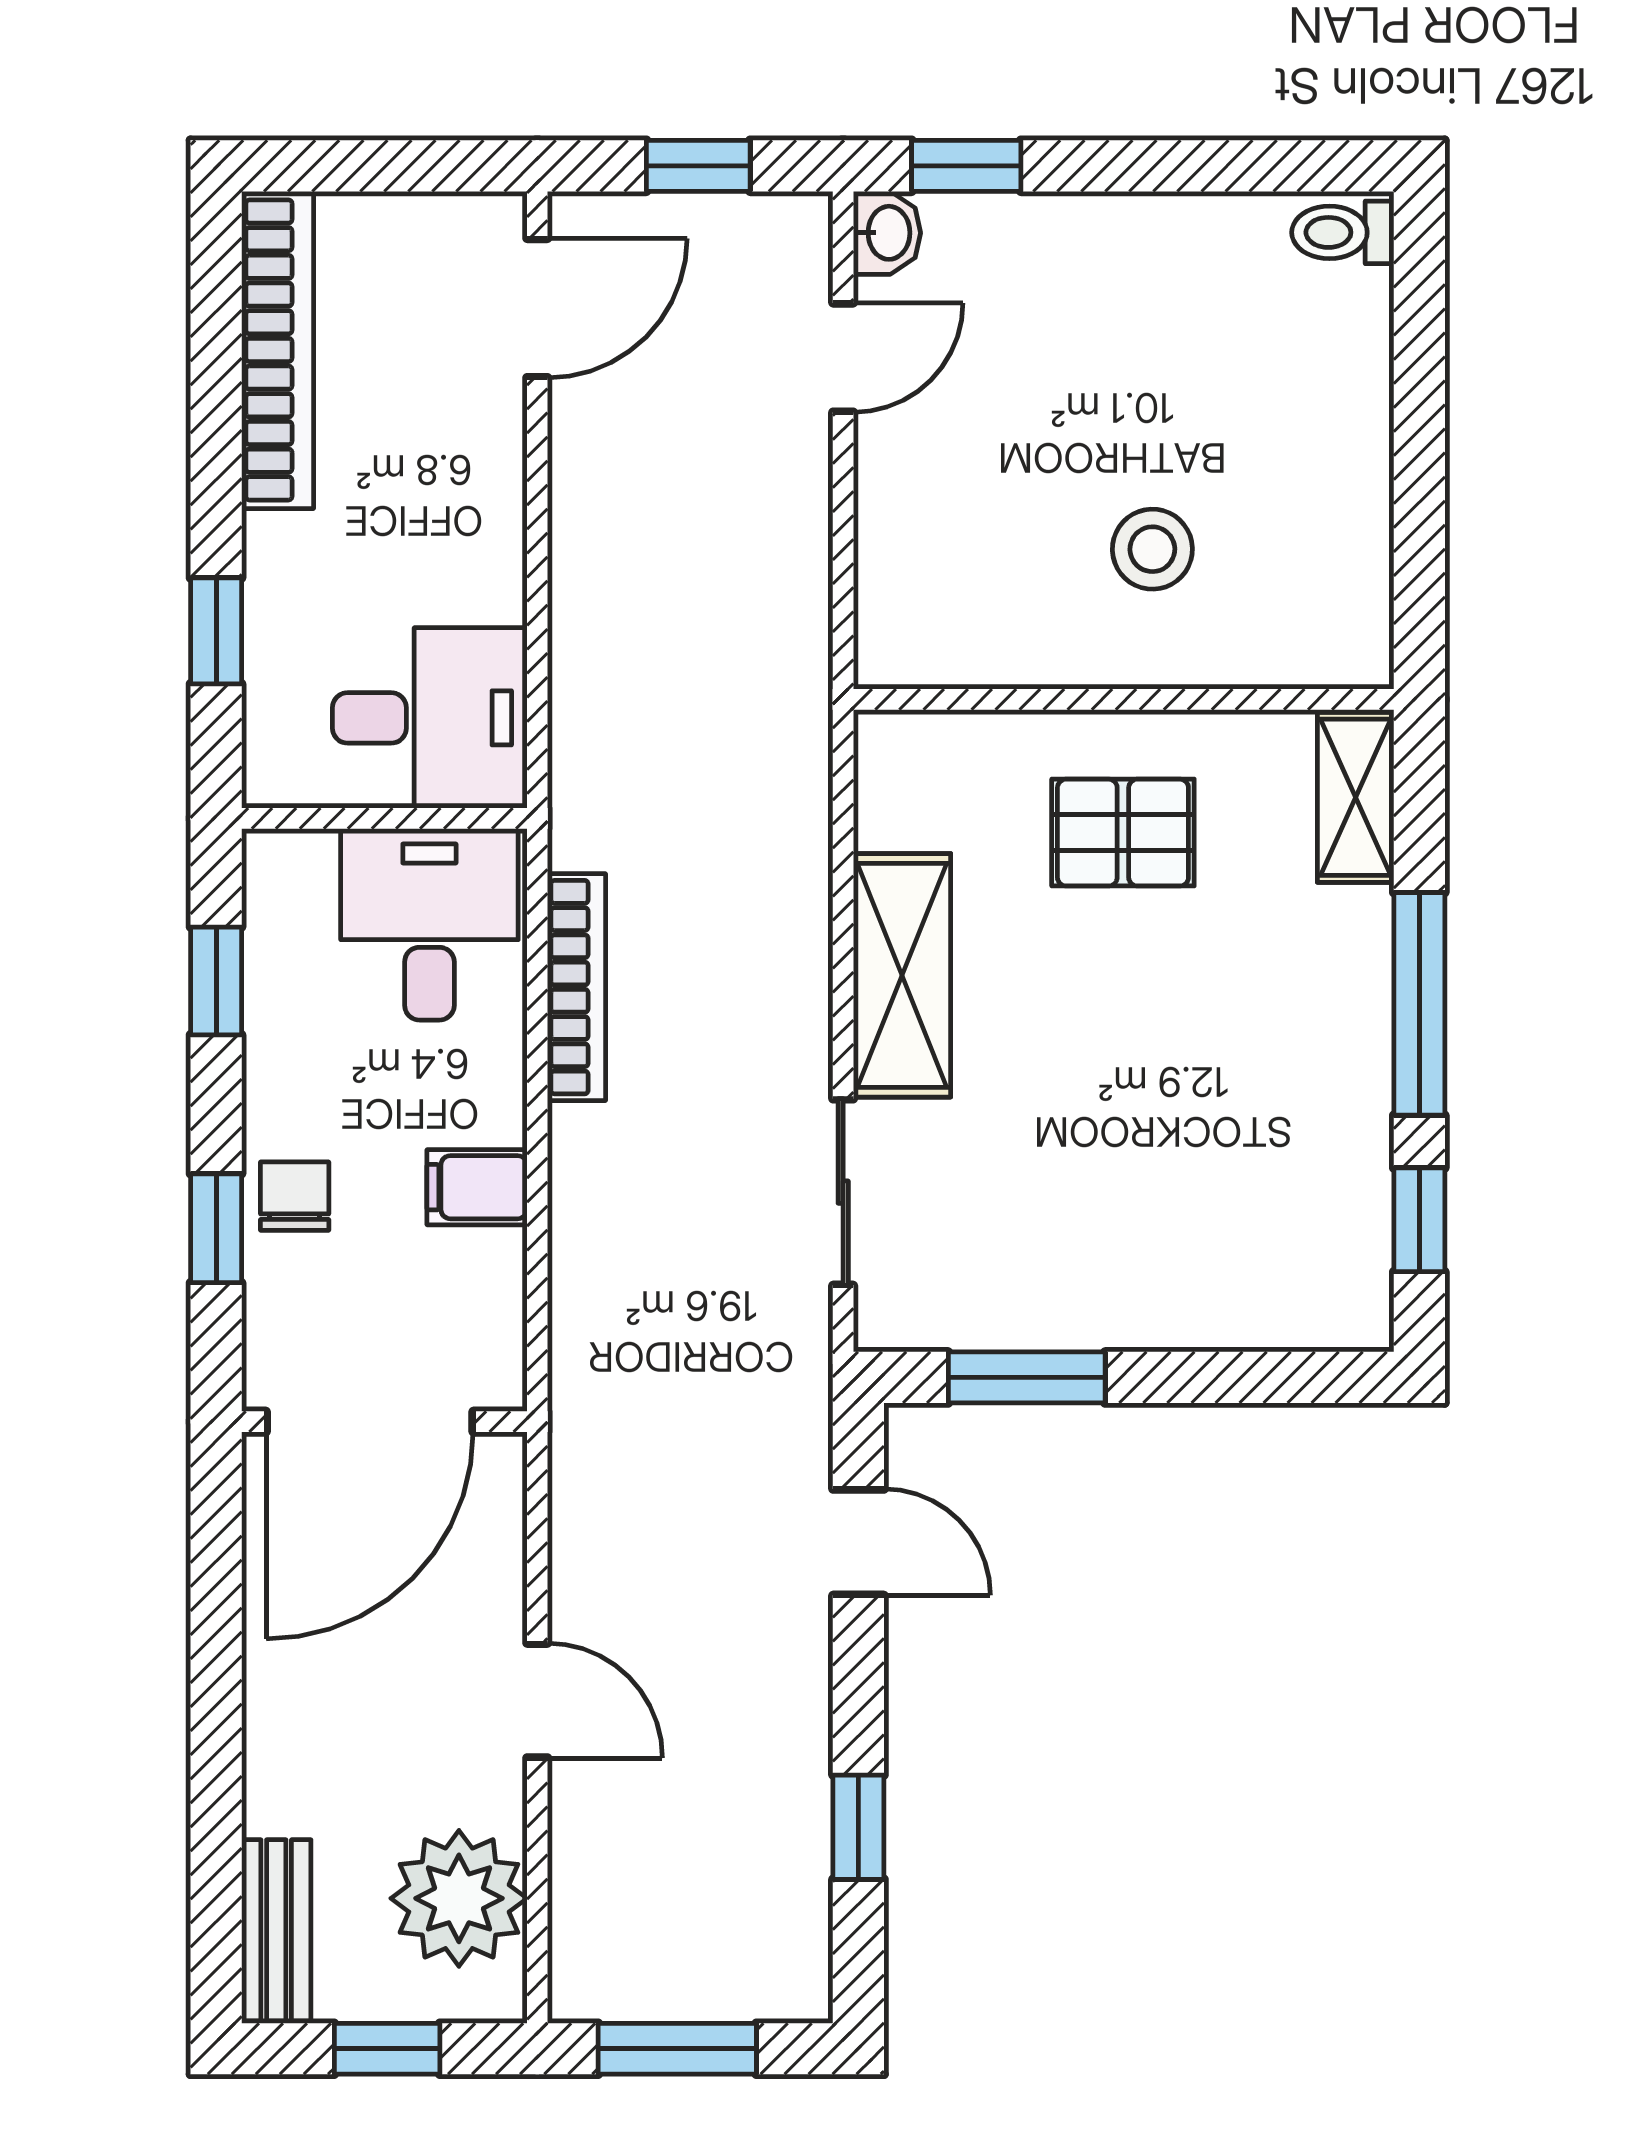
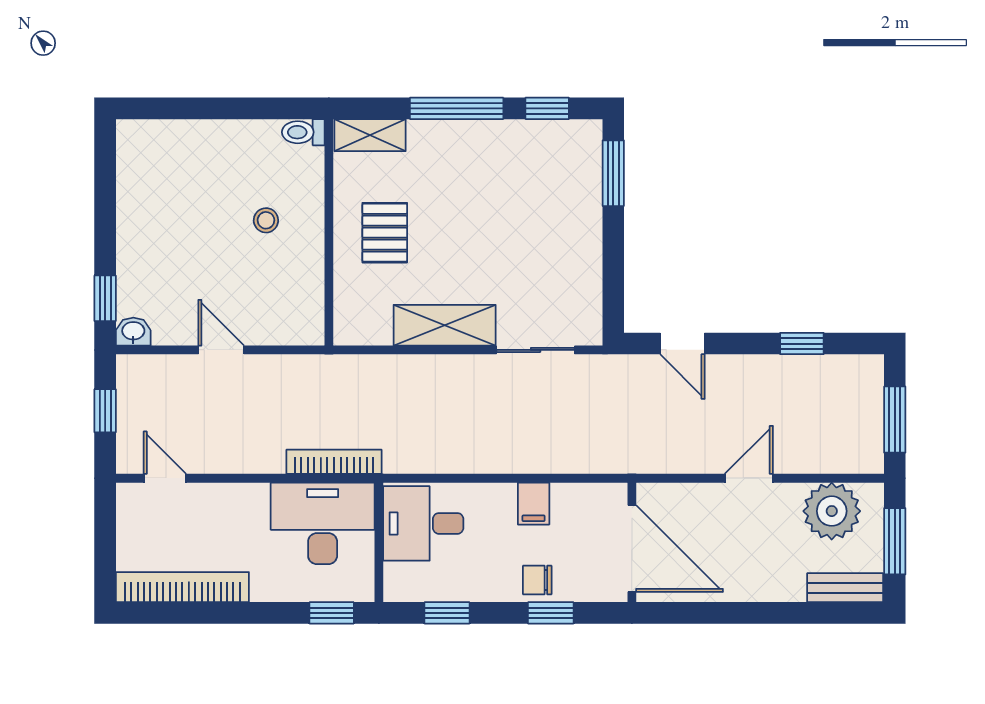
toilet: (1343, 232) -> (303, 132), moved, turned 90
door: (537, 308) -> (165, 478), width x0.73
door: (843, 358) -> (221, 350), moved
stool: (1152, 549) -> (266, 220), width x0.73, depth x0.73
window: (216, 631) -> (332, 613), moved
desk: (430, 718) -> (323, 523), width x1.37
bookcase: (577, 987) -> (334, 462), moved
window: (1027, 1377) -> (613, 173), moved
door: (858, 1542) -> (682, 344), swing flipped
window: (387, 2049) -> (895, 541), width x1.50

